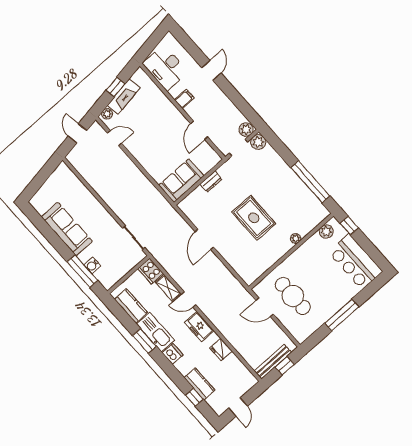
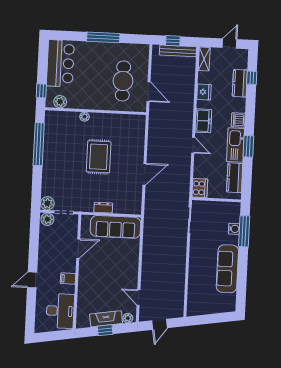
sofa: (181, 181) -> (115, 227), width x1.36
shelving: (168, 288) -> (204, 59), moved

